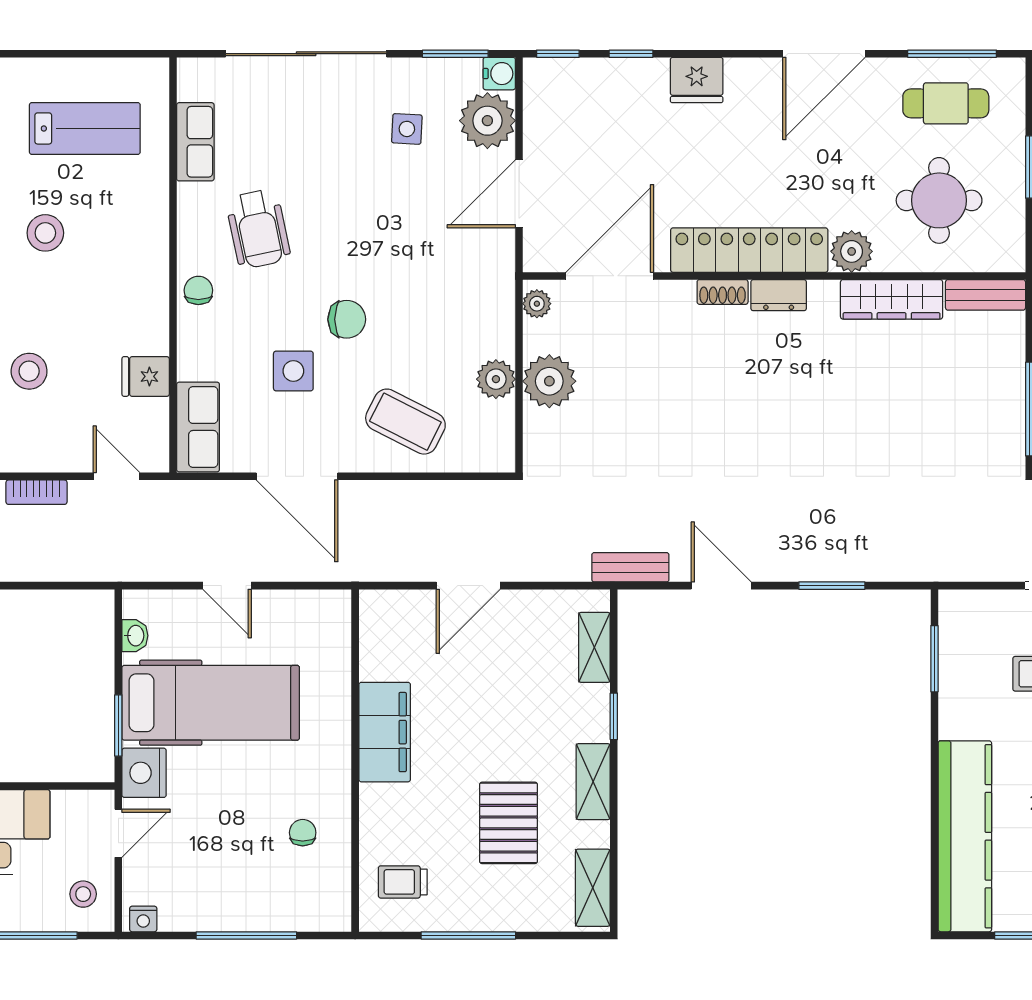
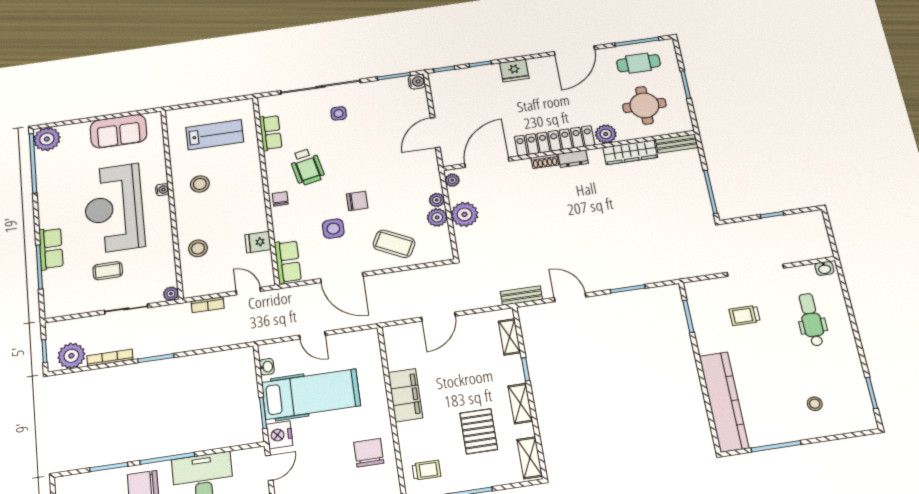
plant: (487, 121) -> (437, 200), moved, width x0.53, depth x0.53
side table: (407, 129) -> (339, 113), moved
chair: (303, 833) -> (369, 453), width x1.87, depth x1.87
trolley: (403, 882) -> (426, 470), turned 180

